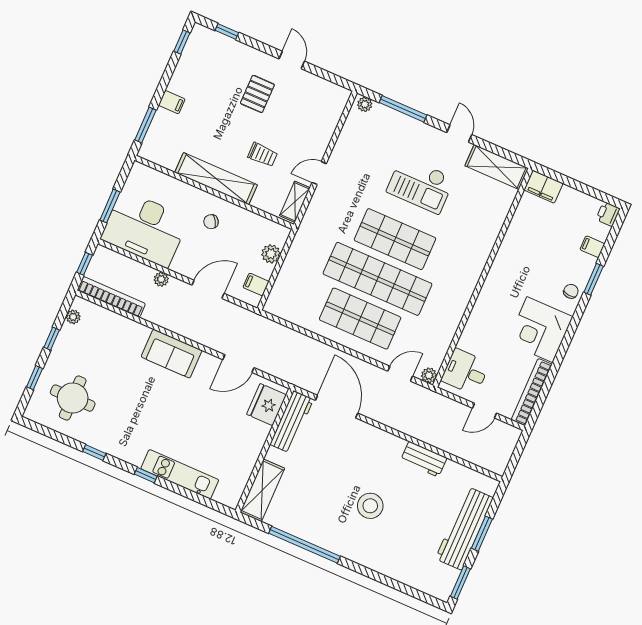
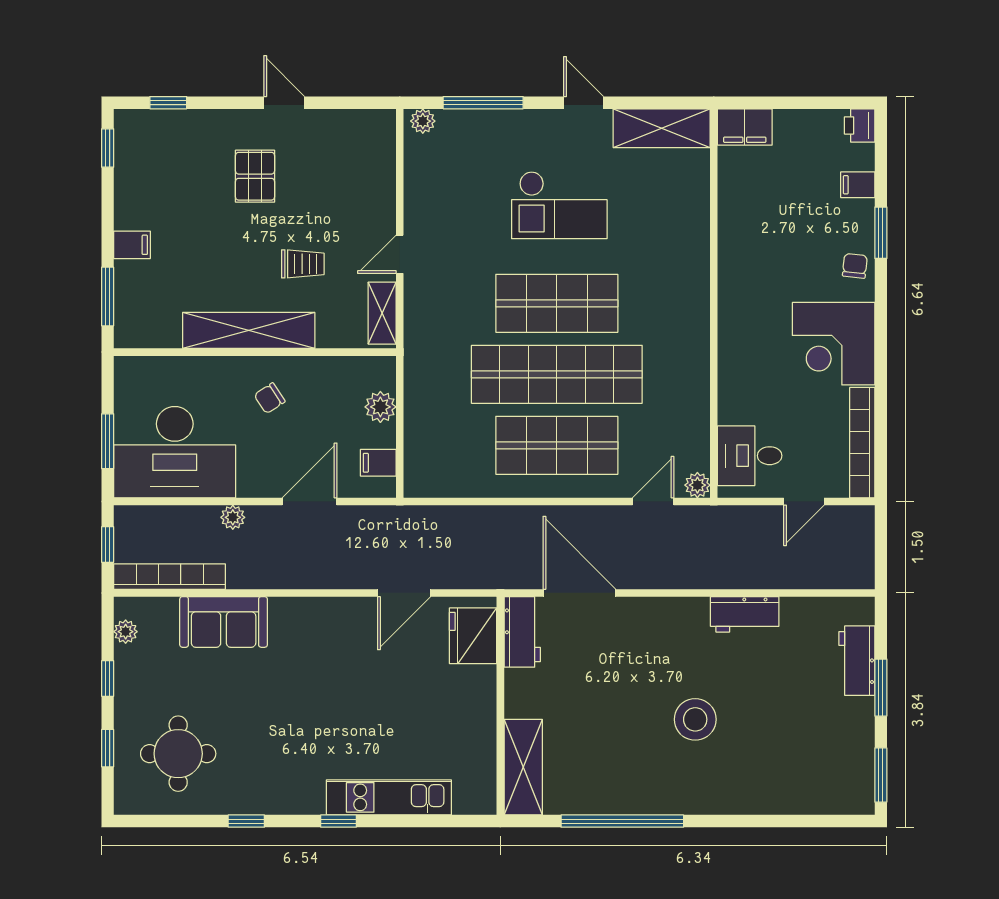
sofa: (172, 354) -> (224, 622), moved
workbench: (292, 422) -> (522, 632), width x0.73
workbench: (464, 528) -> (857, 661), width x0.53, depth x0.76

